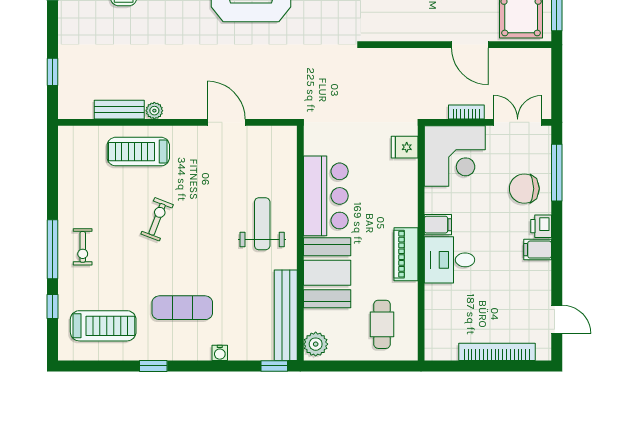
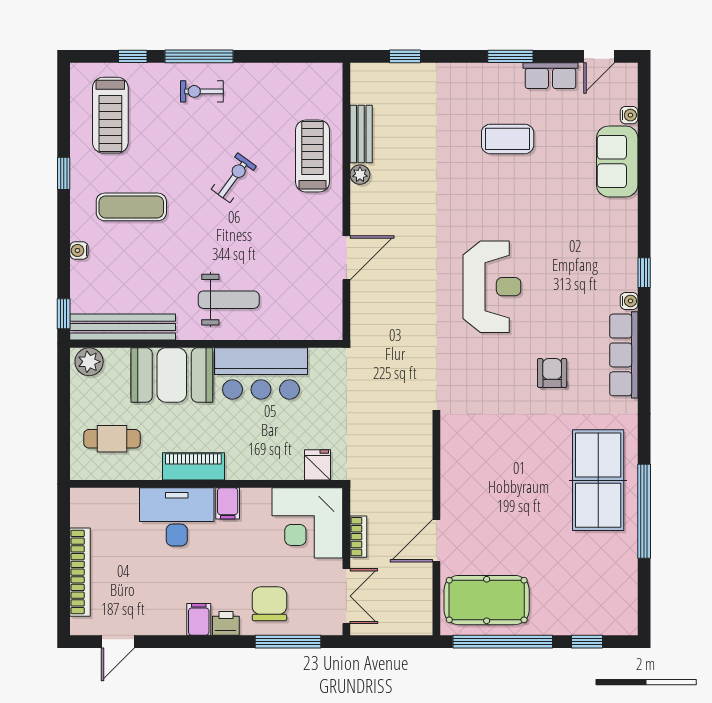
exercise bike: (157, 219) -> (234, 178), turned -75
desk: (449, 260) -> (177, 517), width x1.37
exercise mat: (182, 308) -> (131, 207), turned 90

